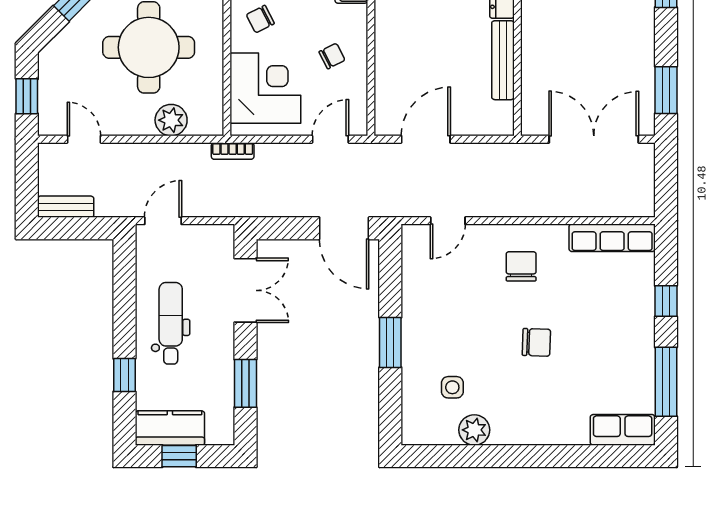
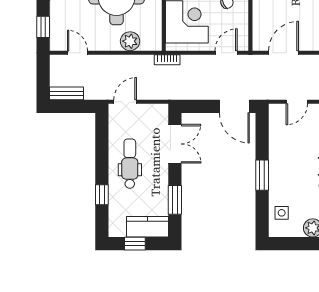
side table: (452, 387) -> (282, 213), moved
kitchen counter: (170, 428) -> (147, 227), moved

